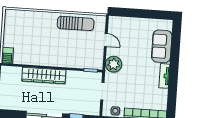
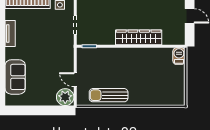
plant: (114, 64) -> (65, 97), moved
tv unit: (164, 76) -> (10, 33), moved

